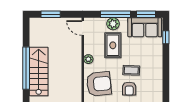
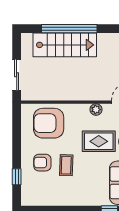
plant: (88, 59) -> (96, 110), moved
armchair: (99, 84) -> (49, 123), turned 96

